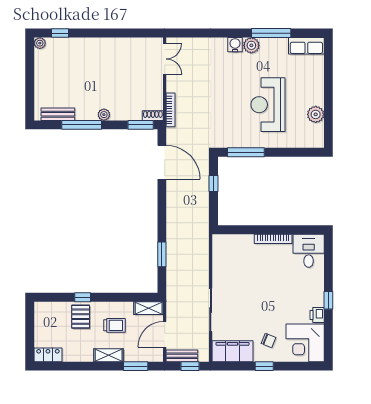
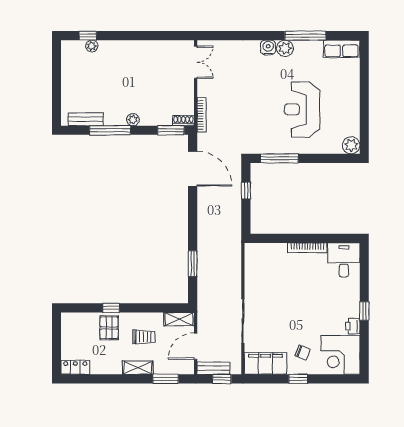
plant: (40, 43) -> (92, 46), moved
plant: (316, 114) -> (351, 145), moved

